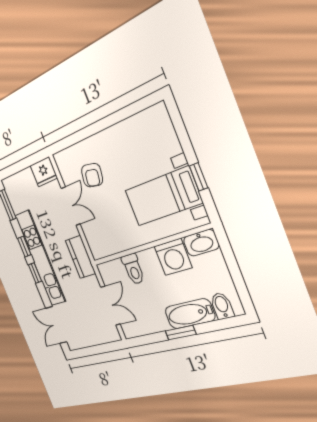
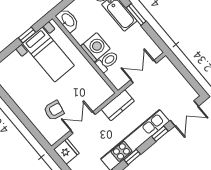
washing machine: (173, 257) -> (95, 47), moved
window: (35, 273) -> (160, 134), moved

